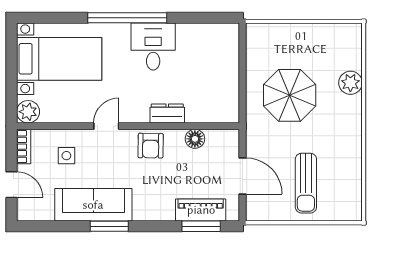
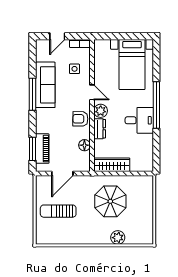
wardrobe: (228, 93) -> (112, 165), added
plant: (28, 112) -> (101, 111), moved
window: (109, 226) -> (33, 94), width x1.44

